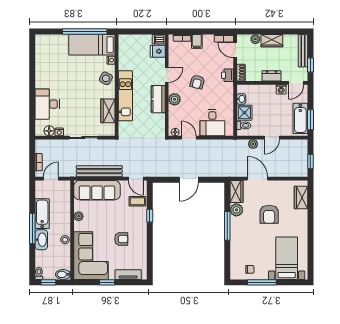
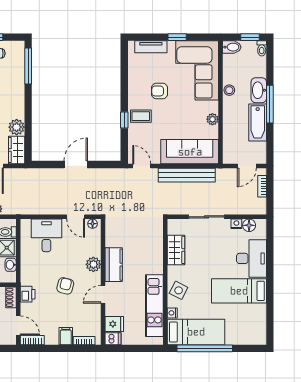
bed: (57, 78) -> (239, 291), added
kitchen unit: (125, 96) -> (154, 306), moved
coffee table: (137, 201) -> (141, 116), moved
window: (227, 226) -> (28, 66), moved

